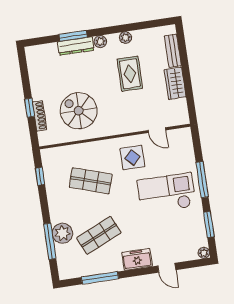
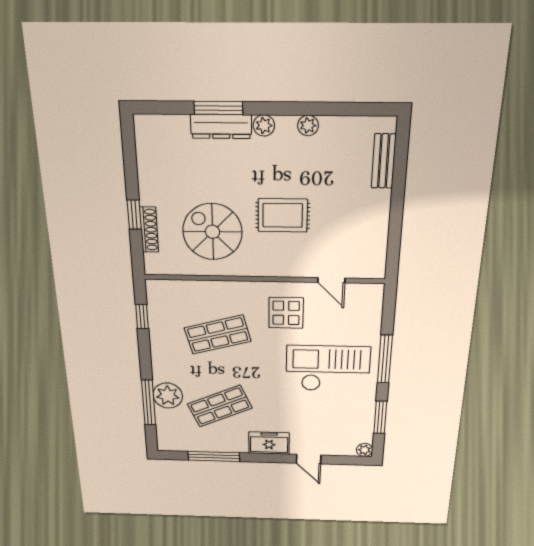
rug: (130, 74) -> (283, 215), moved, turned 90
wardrobe: (175, 83) -> (376, 214), removed
shop shelf: (91, 181) -> (218, 335), turned -33

